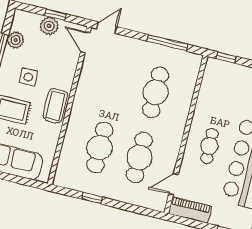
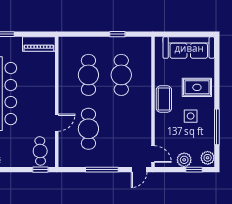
window: (55, 15) -> (194, 170), moved
plant: (16, 40) -> (208, 158), moved
window: (167, 43) -> (102, 170), moved
cafe table: (209, 146) -> (40, 151), moved
door: (174, 184) -> (57, 123), moved

